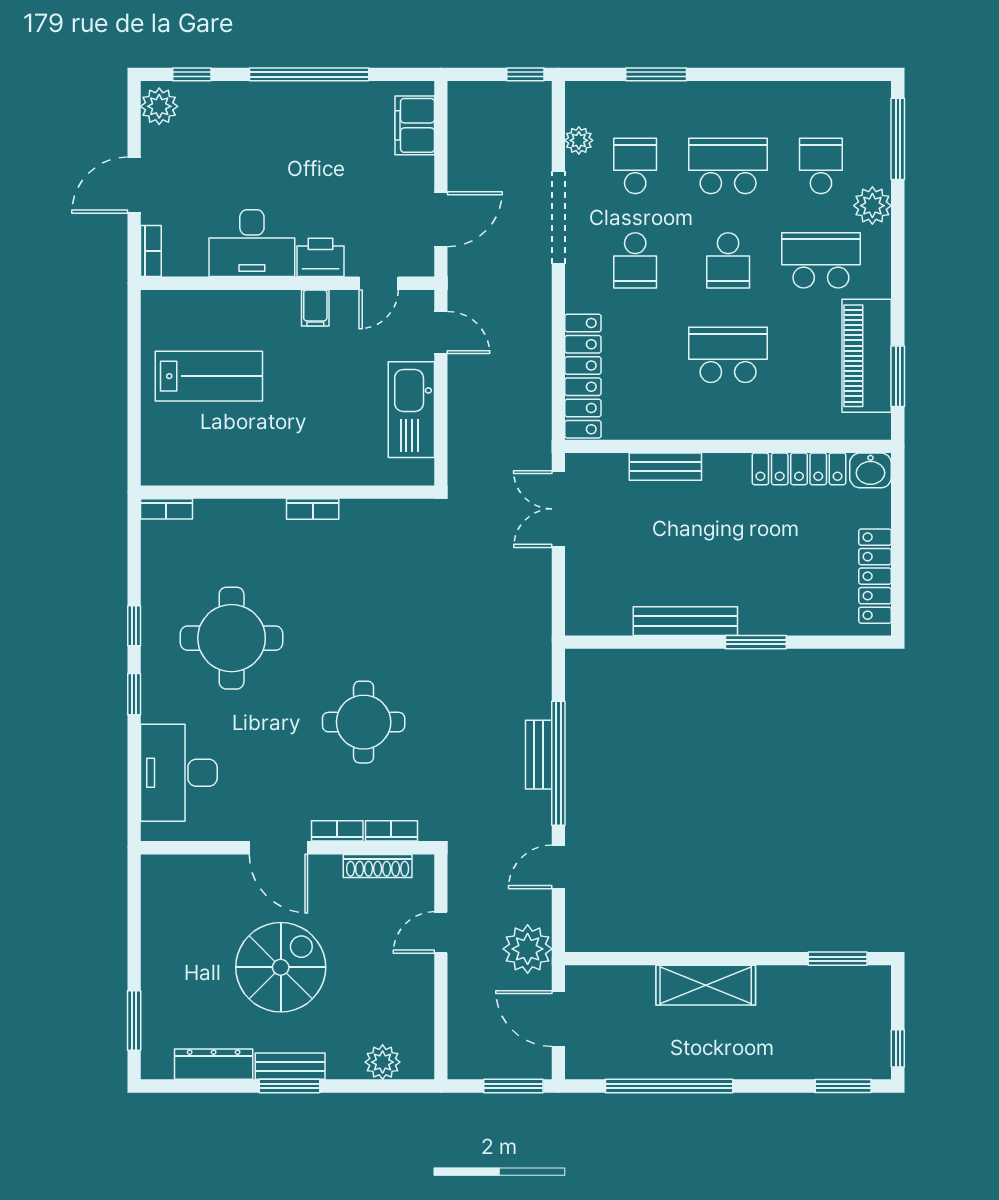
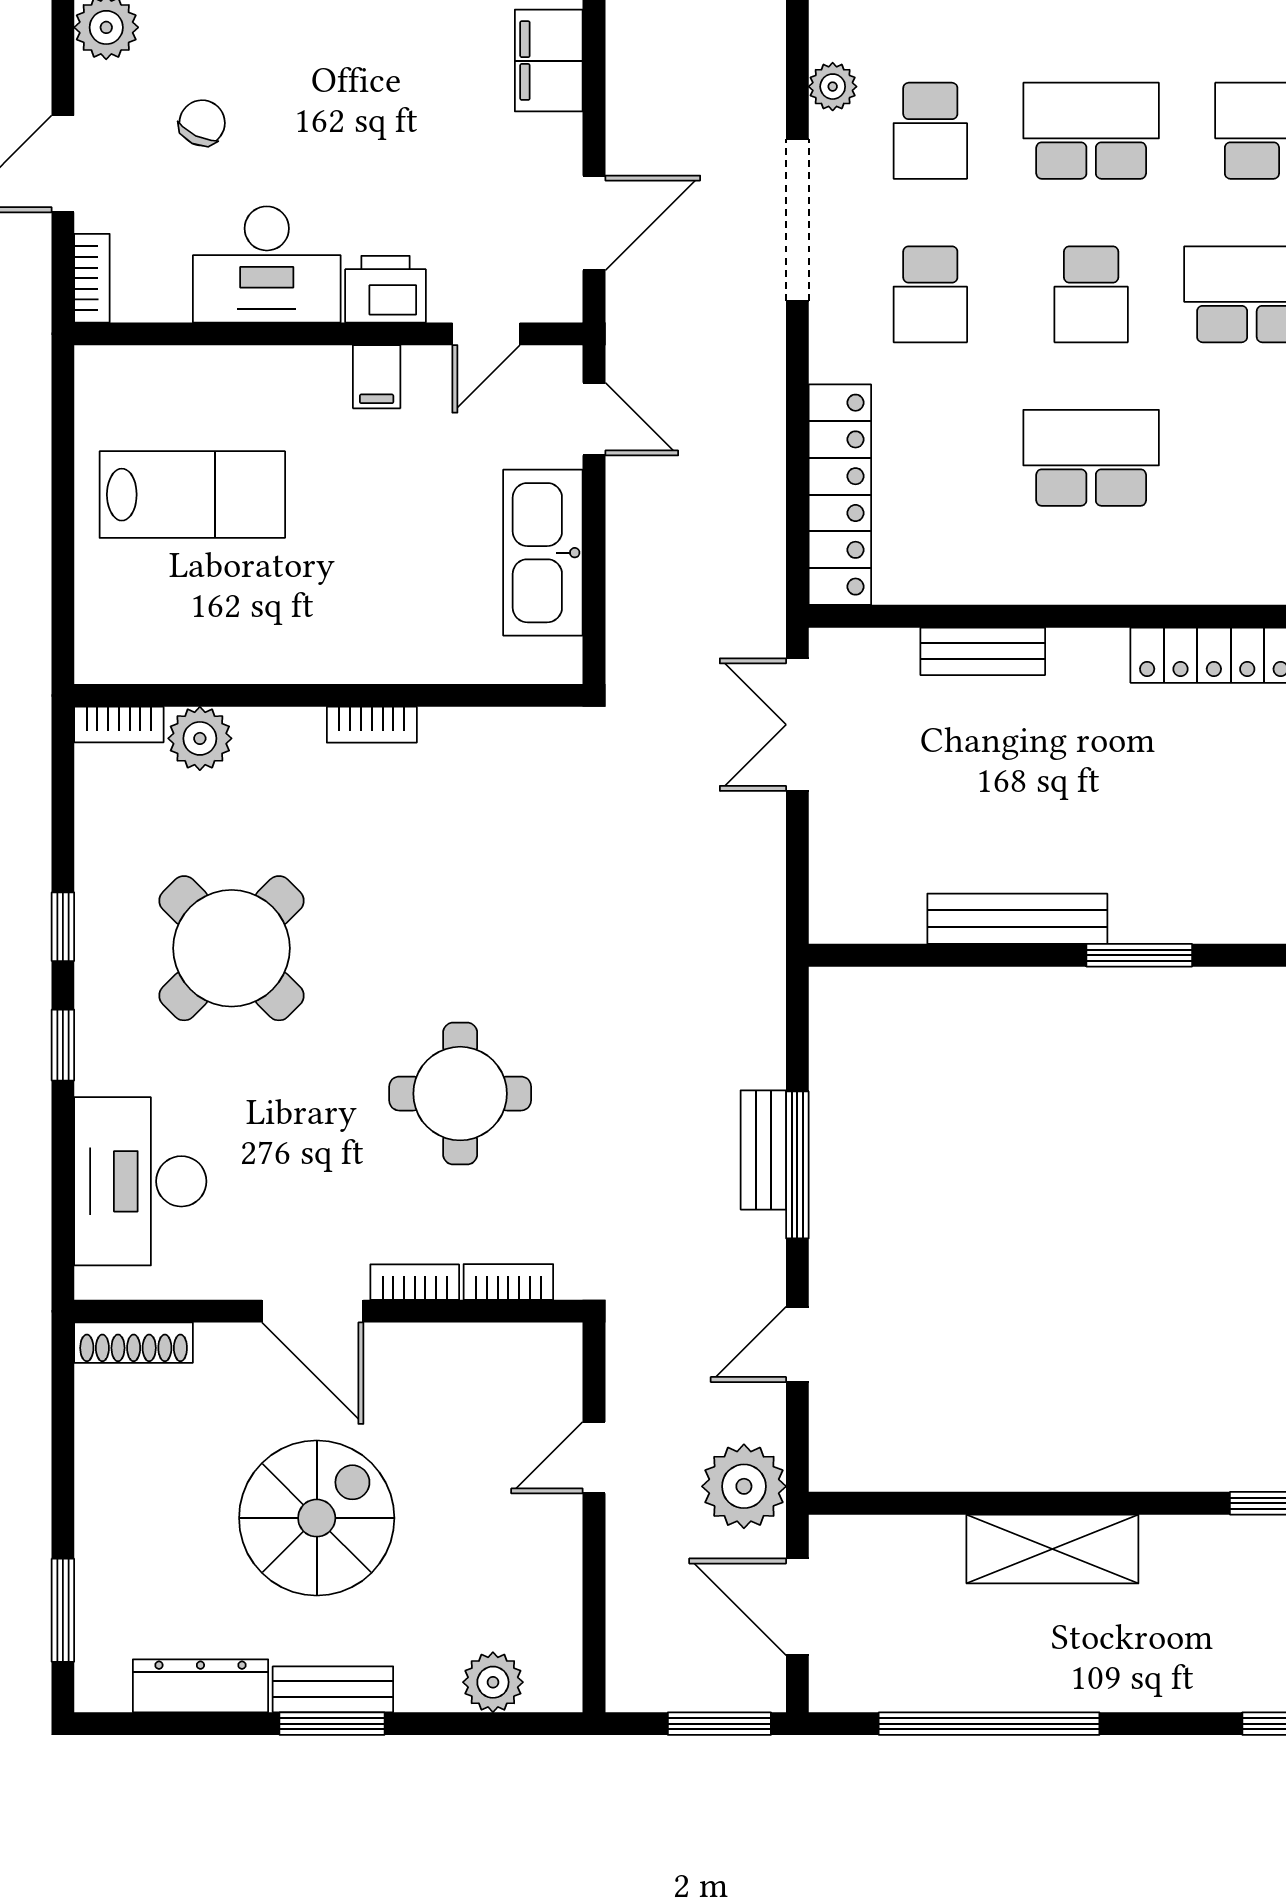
chair: (215, 161) -> (202, 123), added
school desk: (635, 166) -> (930, 131), turned 180
plant: (213, 517) -> (200, 738), added
round table: (232, 638) -> (232, 948), turned 45
window: (558, 763) -> (797, 1165), width x0.68
shoe rack: (378, 866) -> (134, 1343), moved

